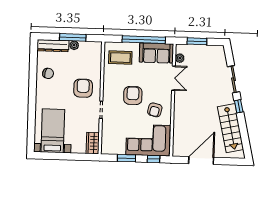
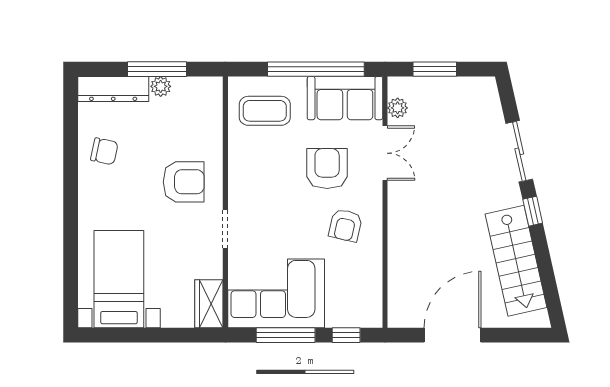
armchair: (83, 88) -> (184, 182), turned 90
armchair: (133, 96) -> (327, 168), moved
corner sofa: (148, 140) -> (276, 293), moved
window: (127, 158) -> (286, 335), width x1.44

